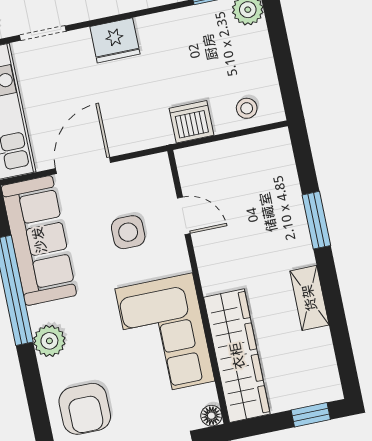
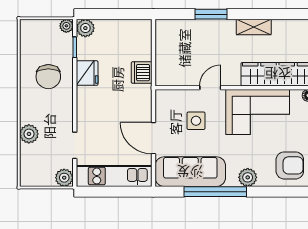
fridge: (115, 40) -> (87, 73), moved
stool: (247, 108) -> (140, 40), removed
door: (184, 216) -> (210, 88), moved

